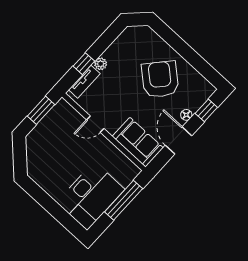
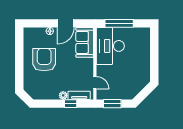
armchair: (160, 79) -> (44, 60), turned 139
window: (206, 110) -> (39, 23), removed
door: (95, 124) -> (95, 83), moved
desk: (91, 196) -> (110, 46), moved, turned -90

